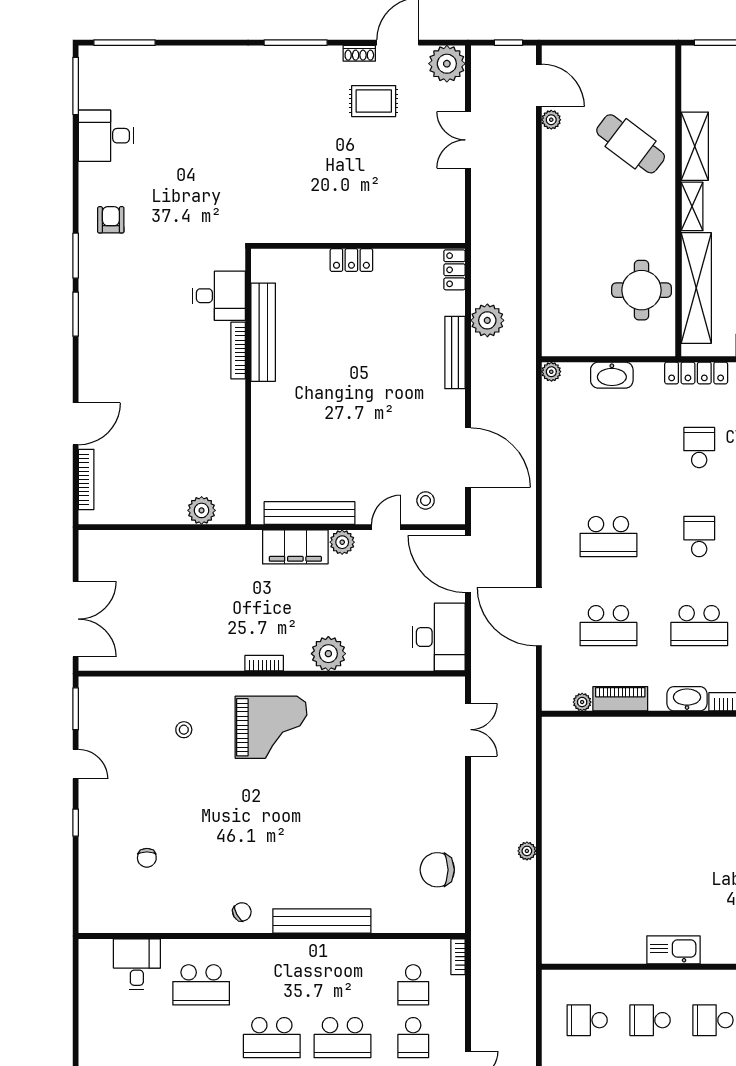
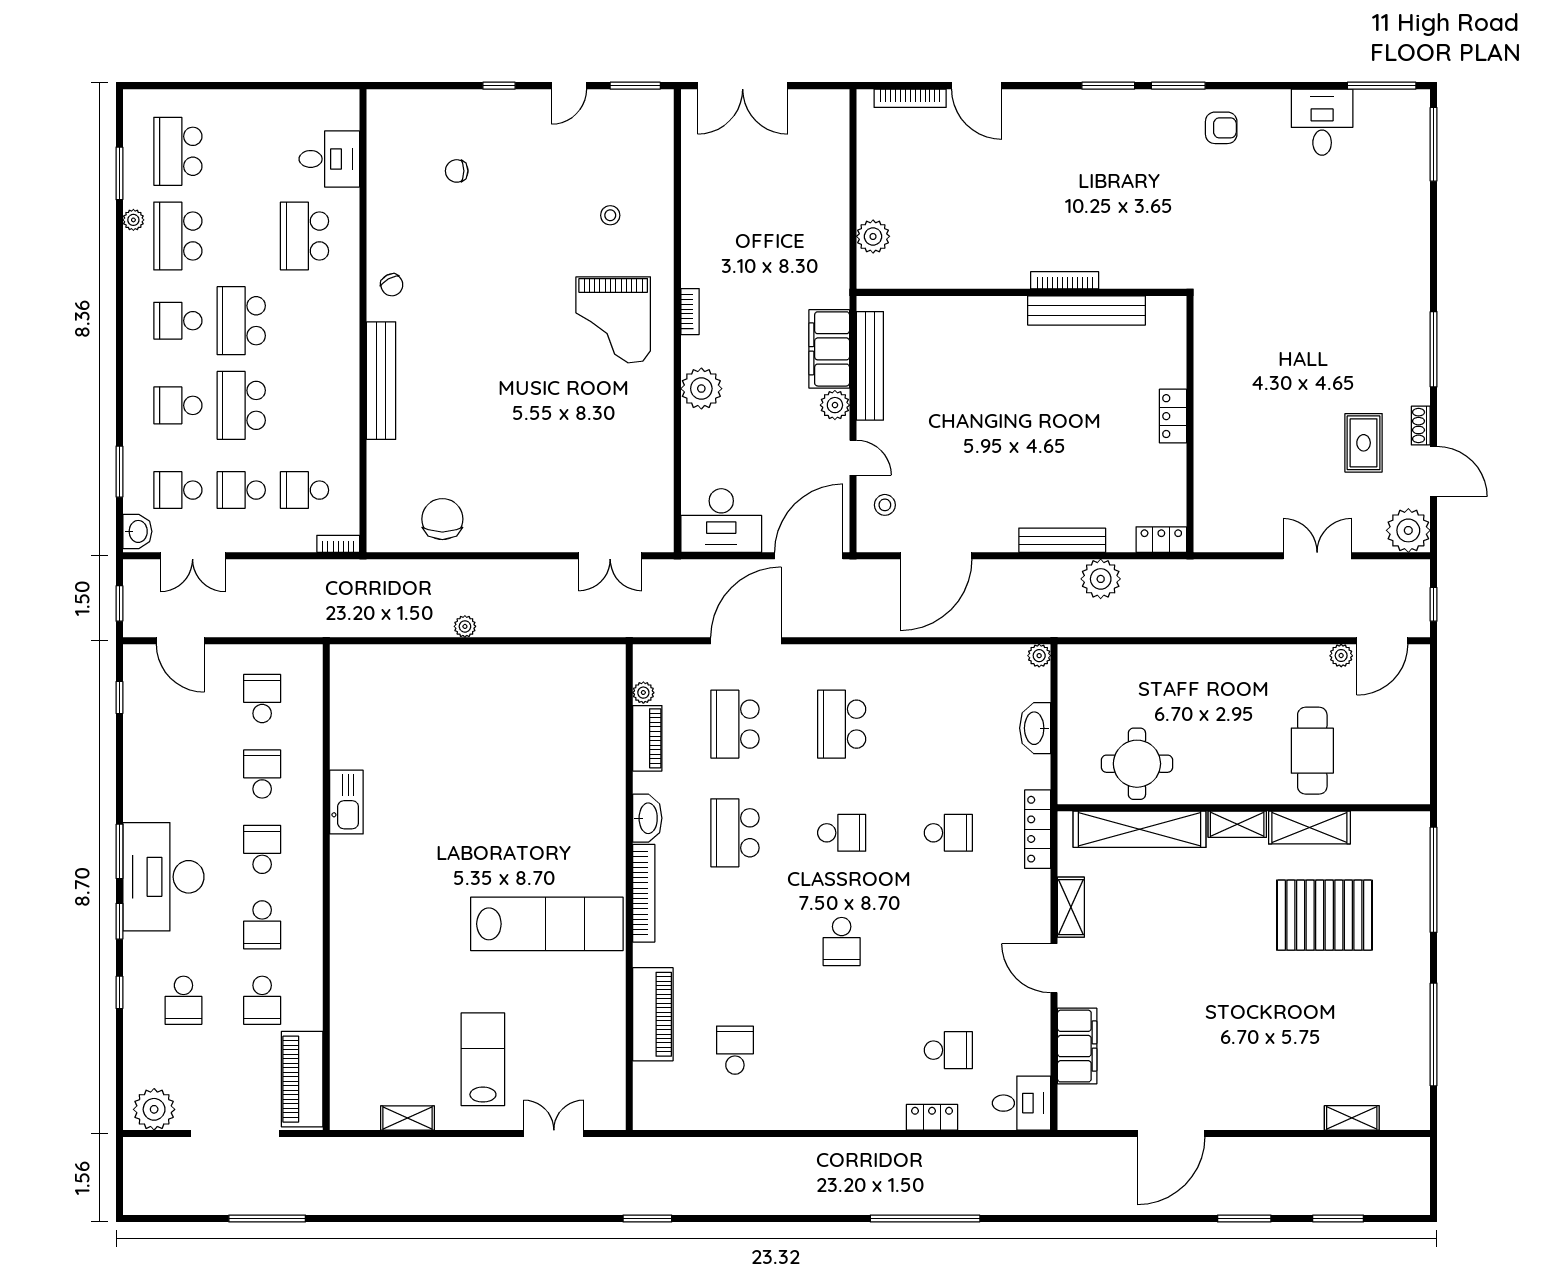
cafe table: (631, 144) -> (1312, 751), turned -37
desk: (219, 296) -> (1130, 257), removed

